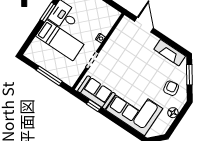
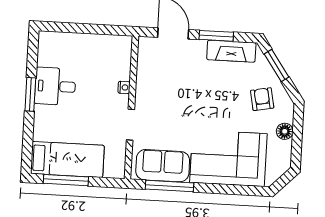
bed: (60, 40) -> (67, 159), moved
window: (166, 40) -> (216, 36), added
window: (49, 76) -> (66, 180), moved
window: (94, 106) -> (170, 186), width x2.17

